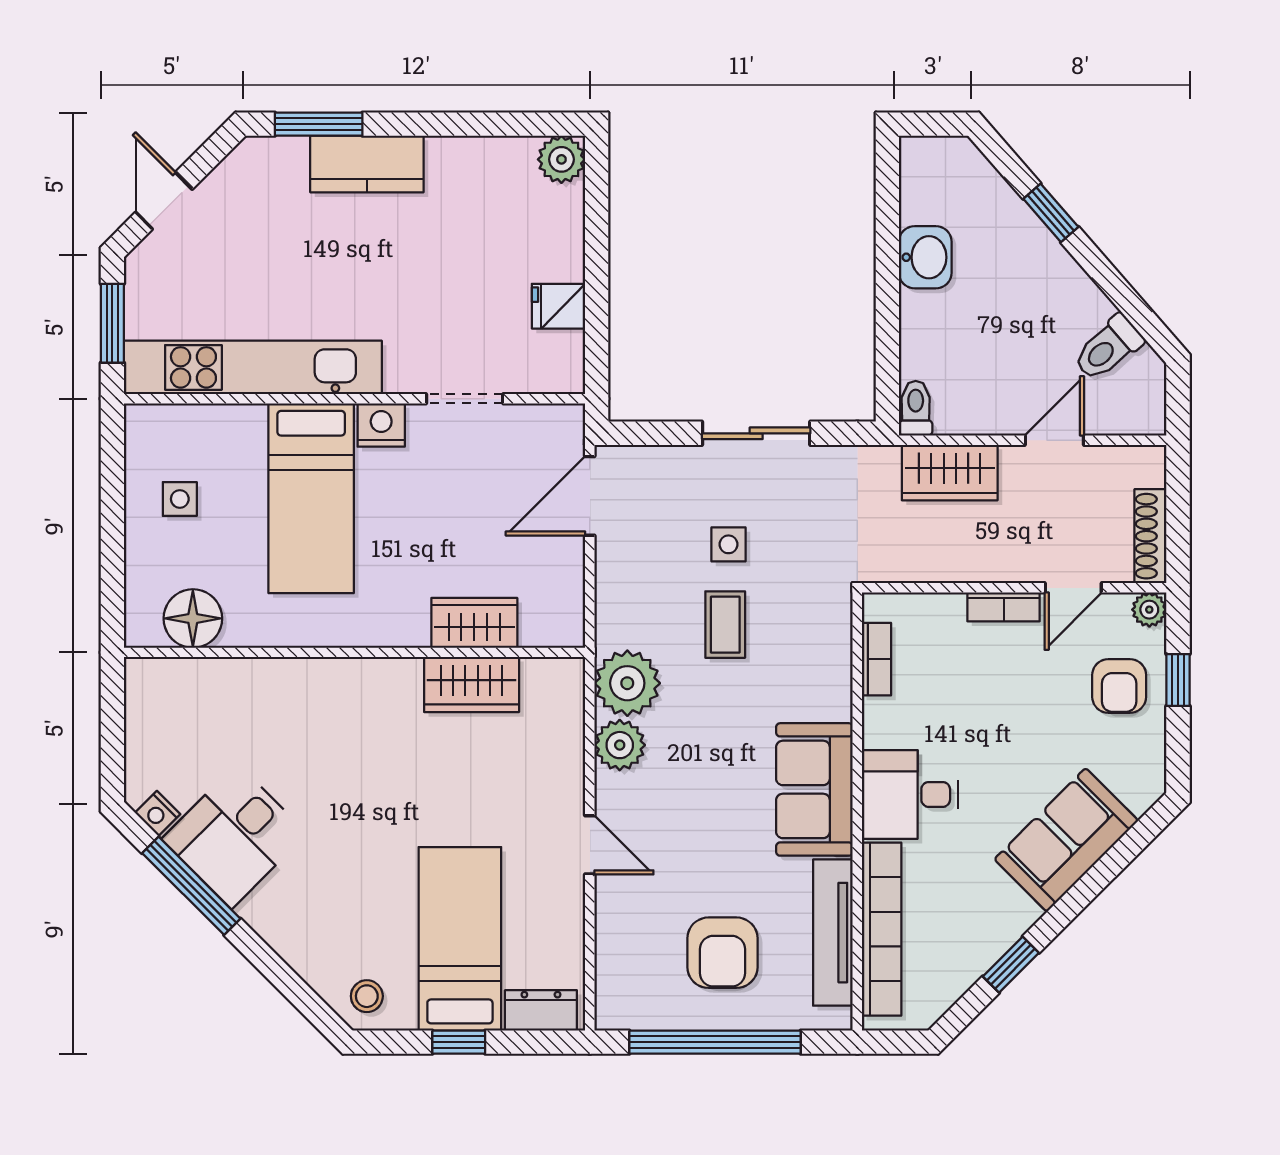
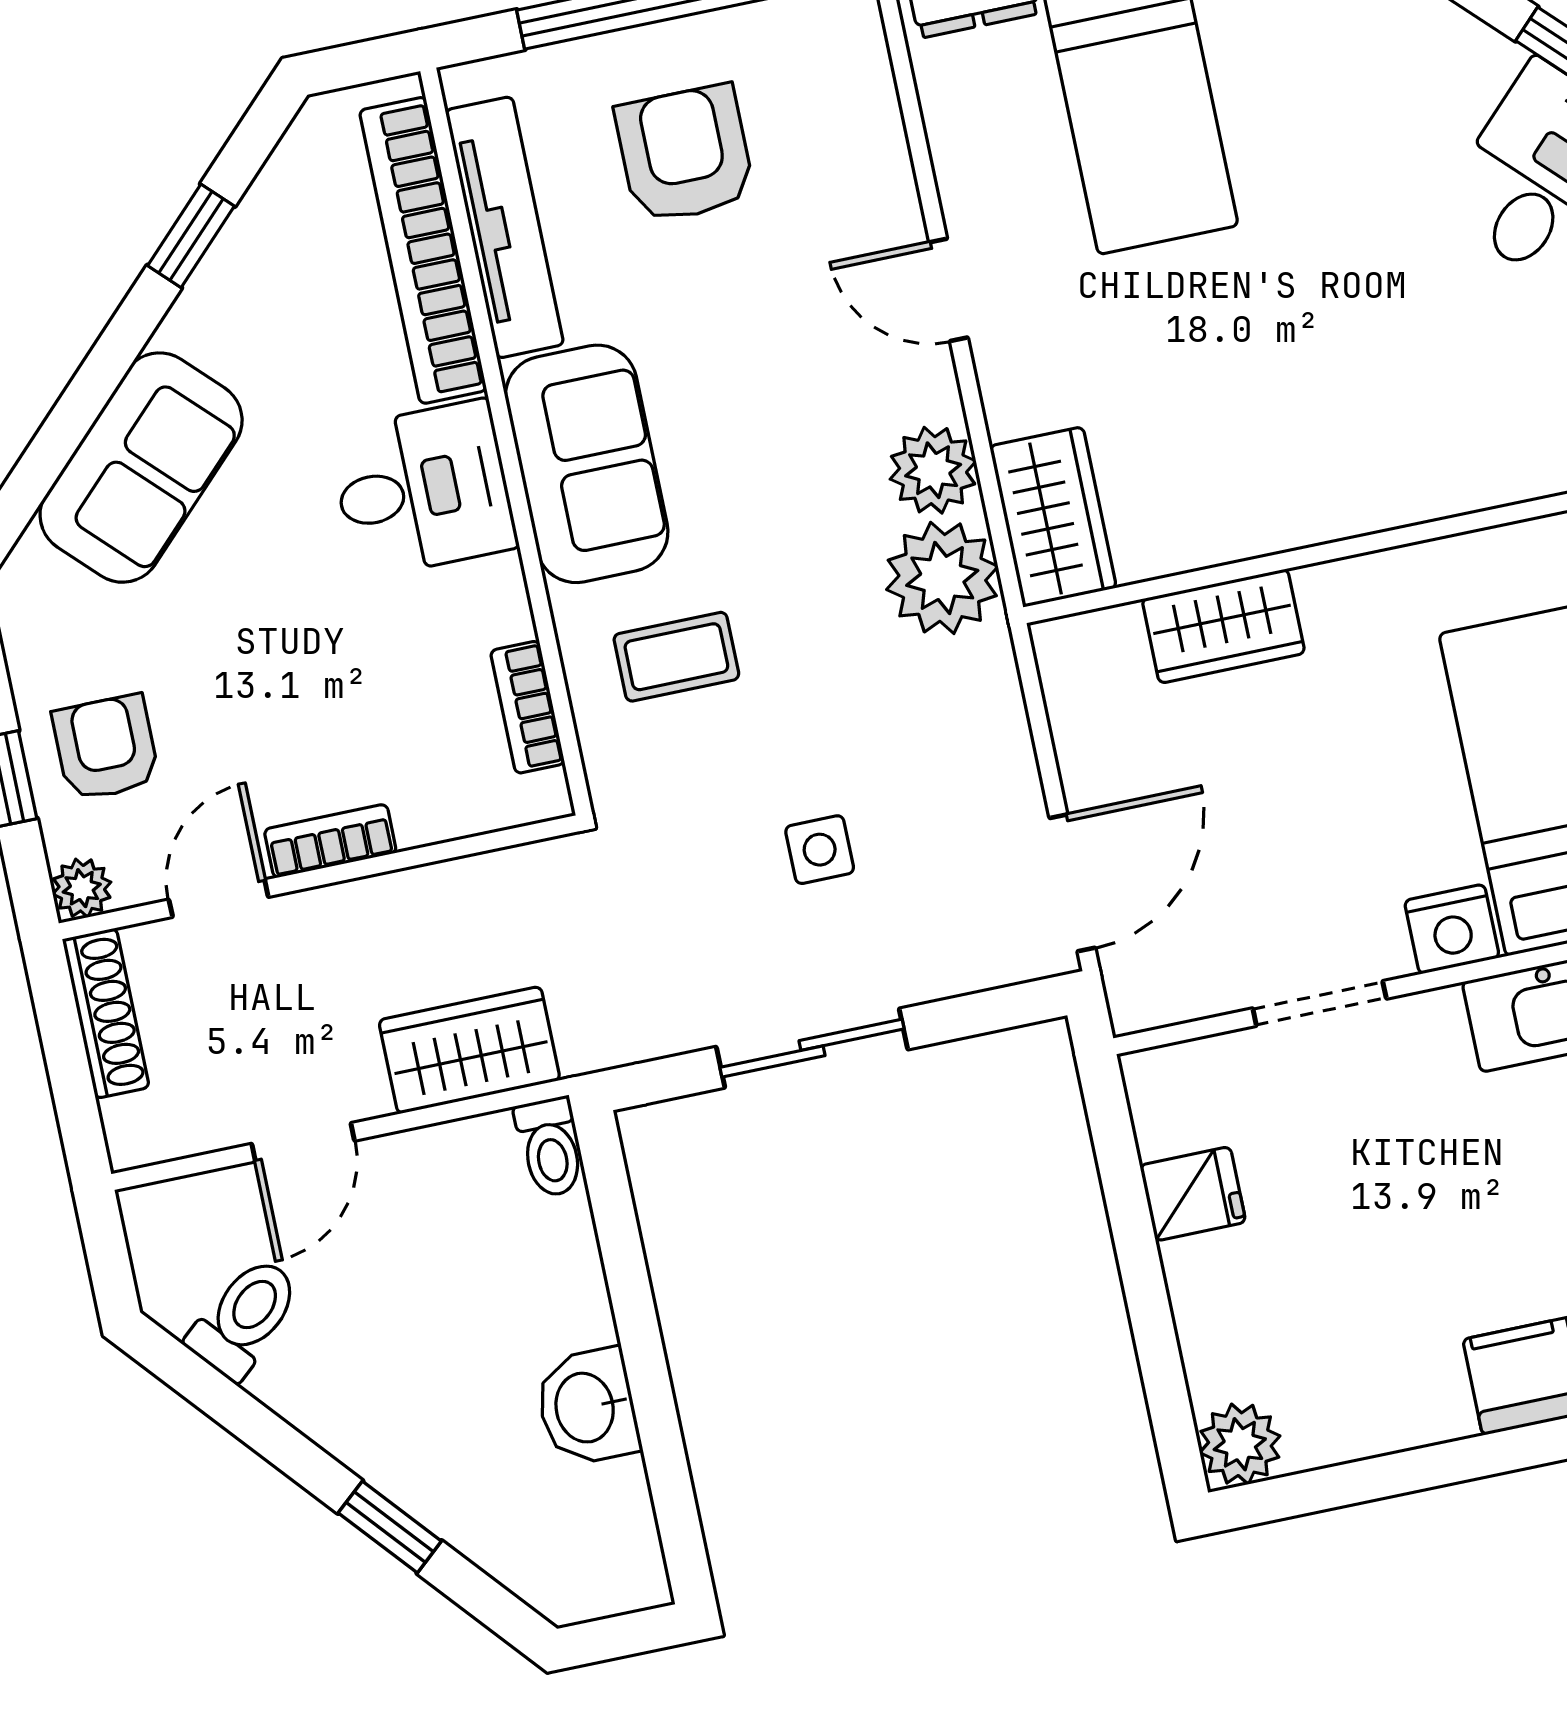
coffee table: (725, 625) -> (676, 657), moved, turned 90
wardrobe: (472, 685) -> (1053, 517), moved, turned 90

